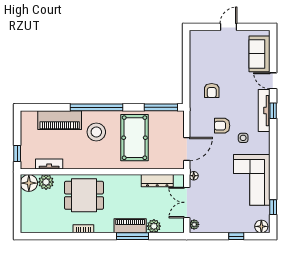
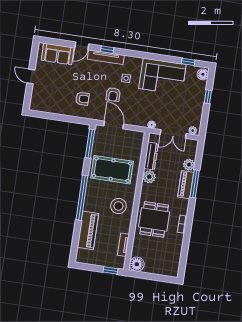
stool: (96, 132) -> (118, 206), moved
door: (187, 149) -> (114, 125), moved
plant: (46, 182) -> (149, 177), moved

